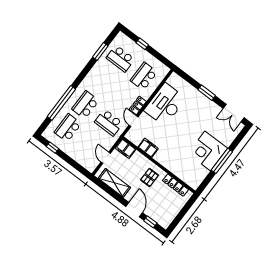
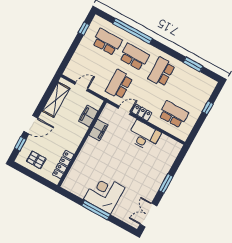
school desk: (120, 59) -> (161, 72), moved
desk: (165, 105) -> (144, 136), width x0.73, depth x0.77
filing cabinet: (125, 149) -> (88, 116), moved
pallet: (149, 177) -> (36, 160), moved

